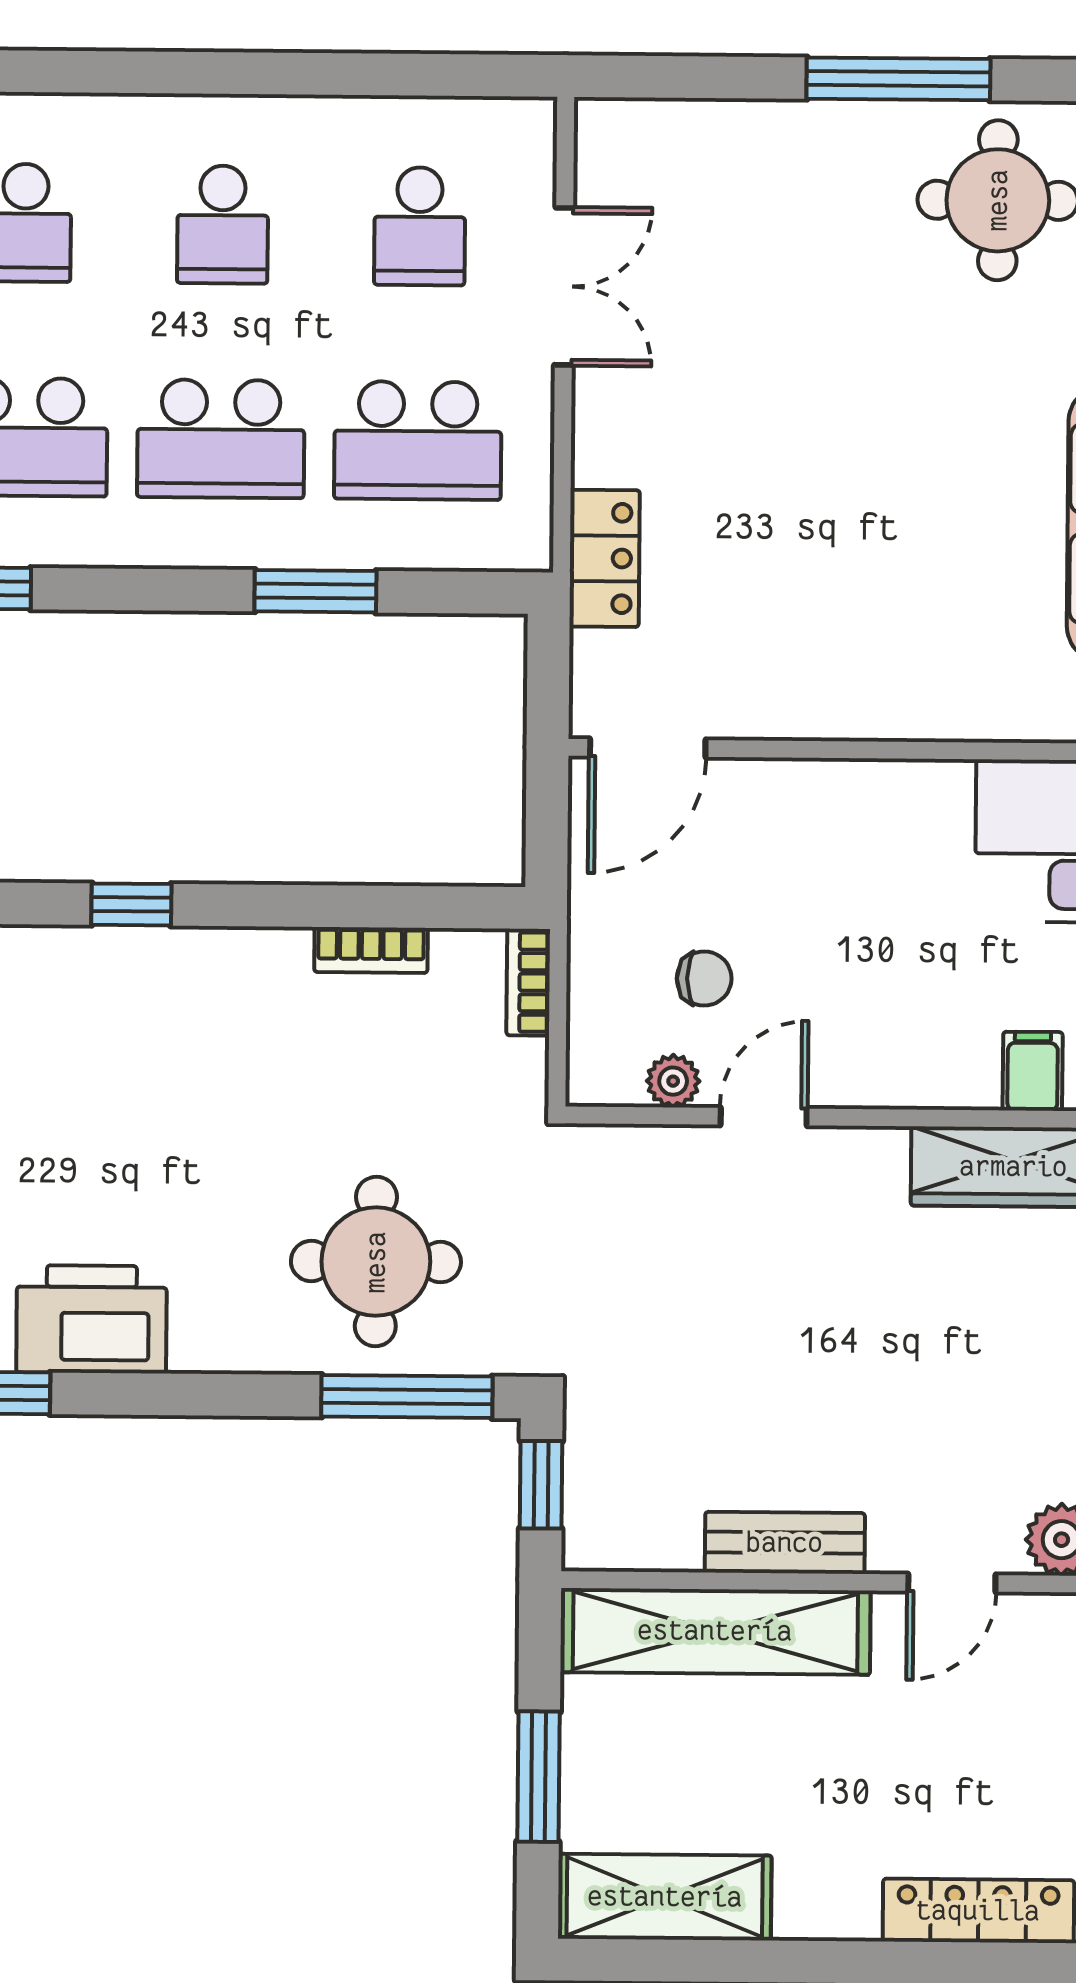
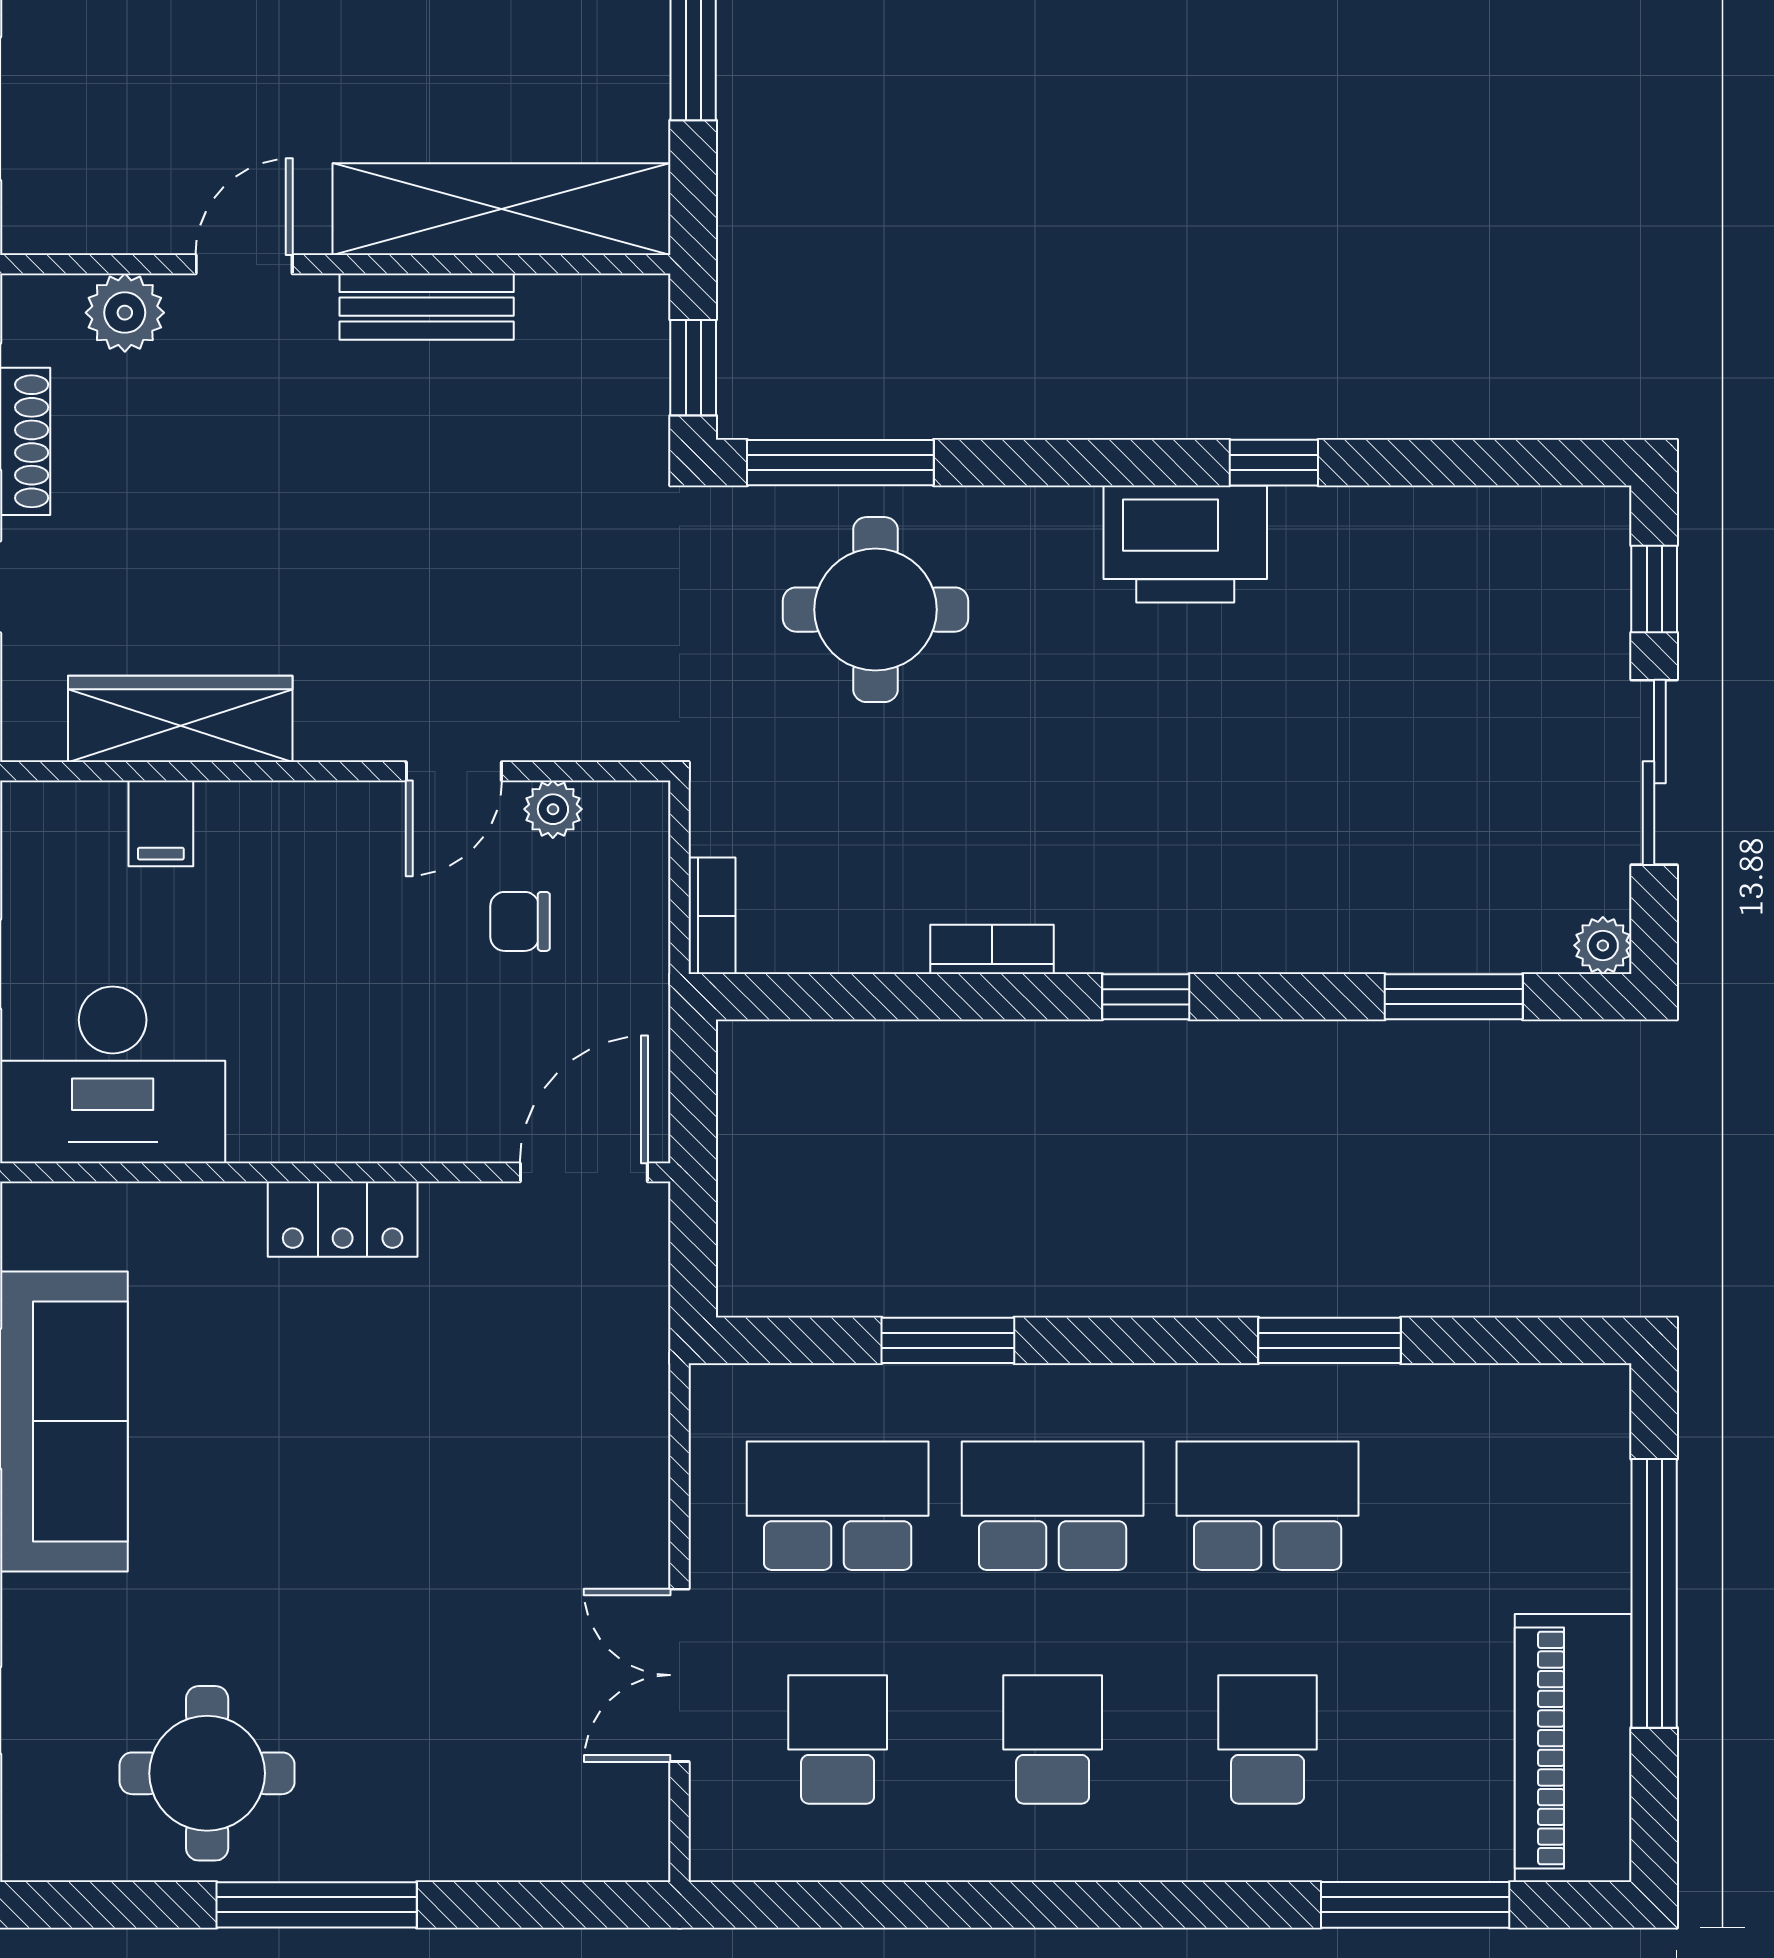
locker: (605, 558) -> (343, 1219), moved, turned -90
bookcase: (371, 950) -> (992, 949), moved

